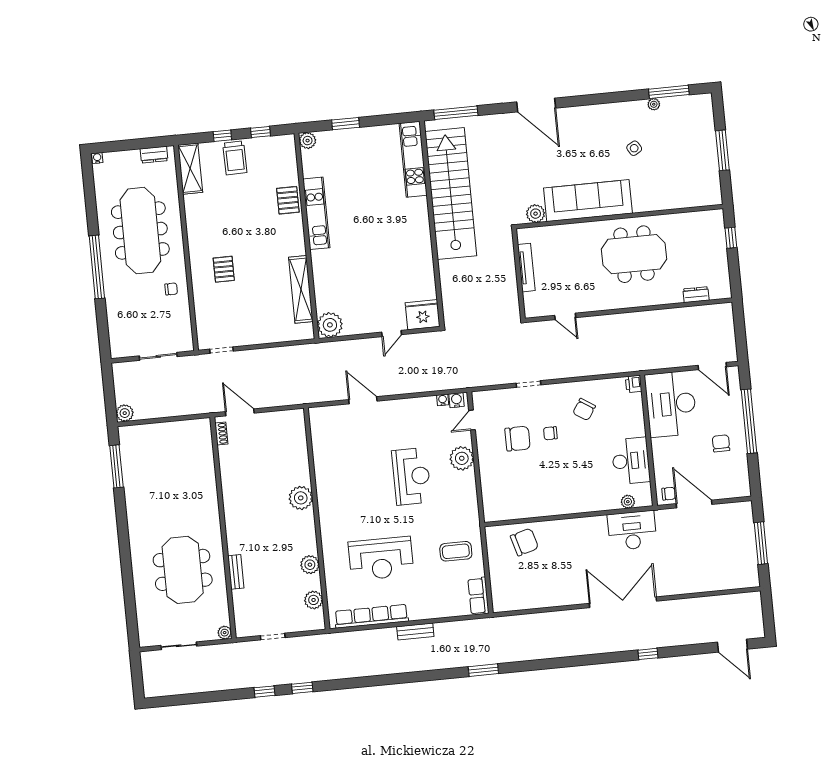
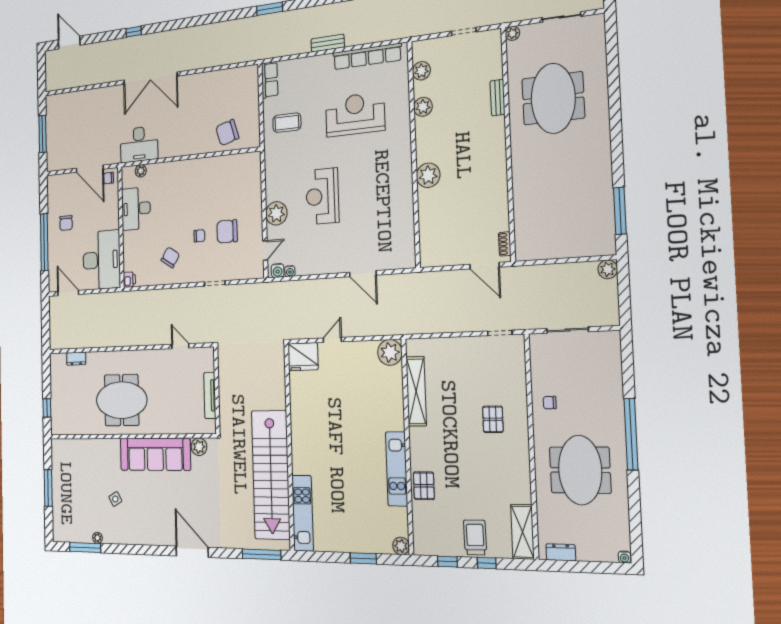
meeting table: (140, 231) -> (580, 470), width x0.73

